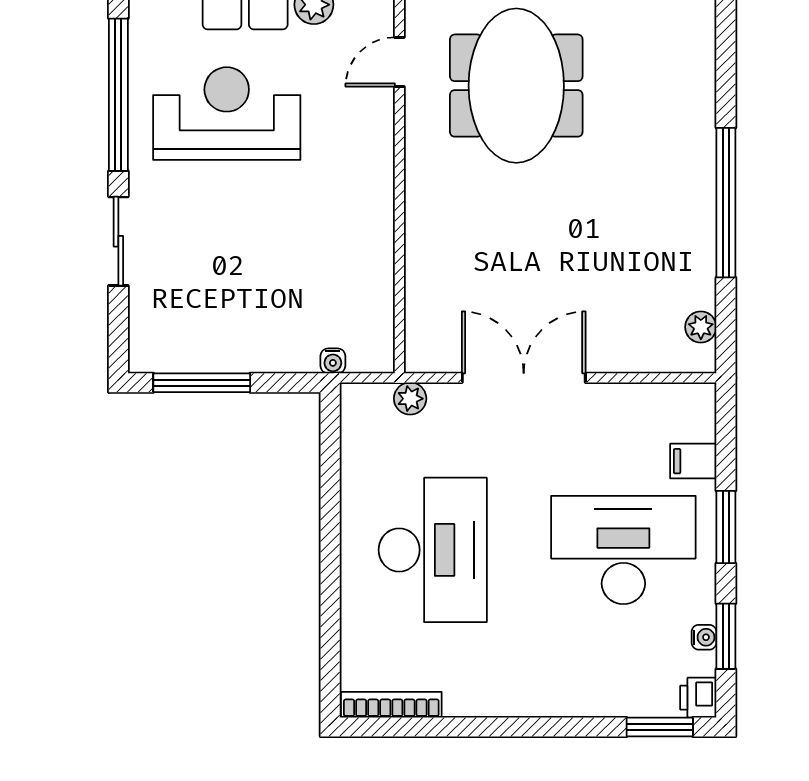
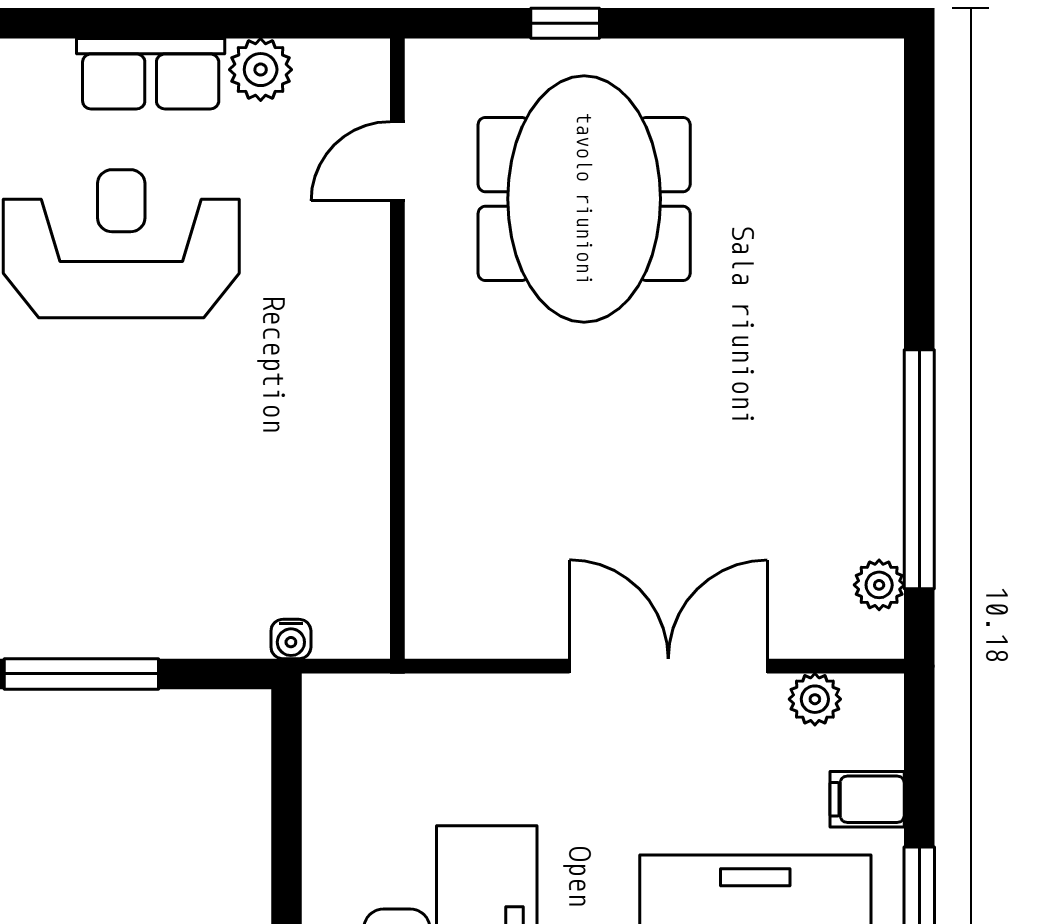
window: (726, 203) -> (919, 469), moved
double door: (524, 378) -> (668, 666), moved
plant: (410, 399) -> (815, 699), moved

